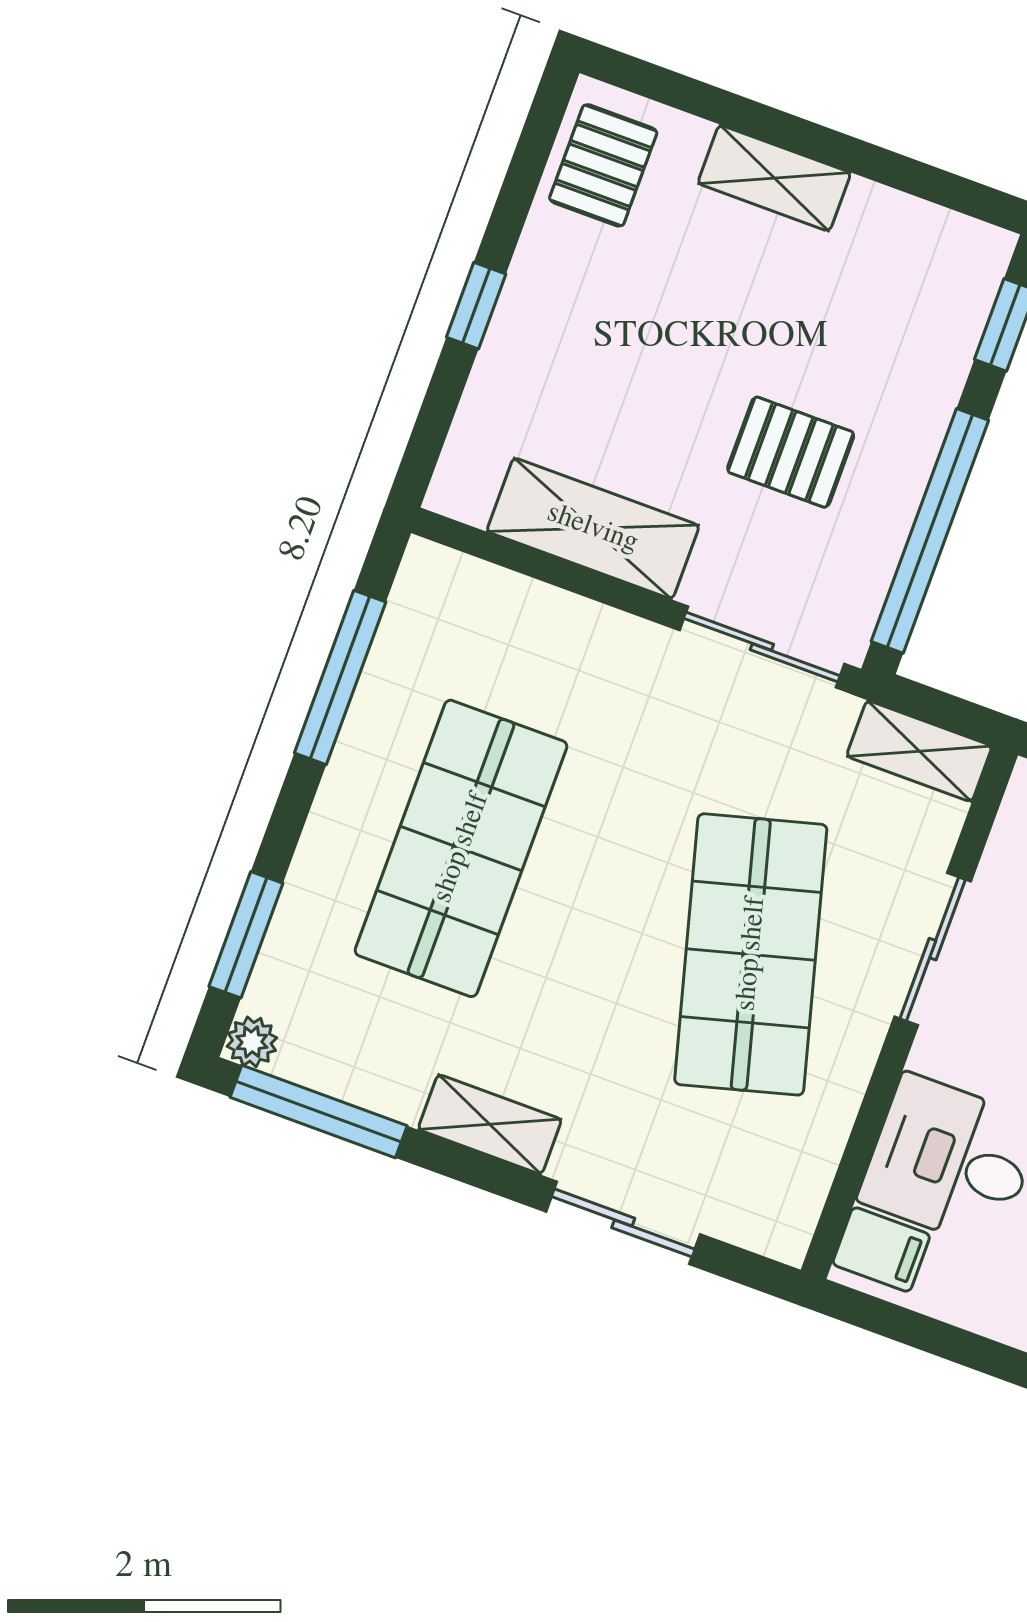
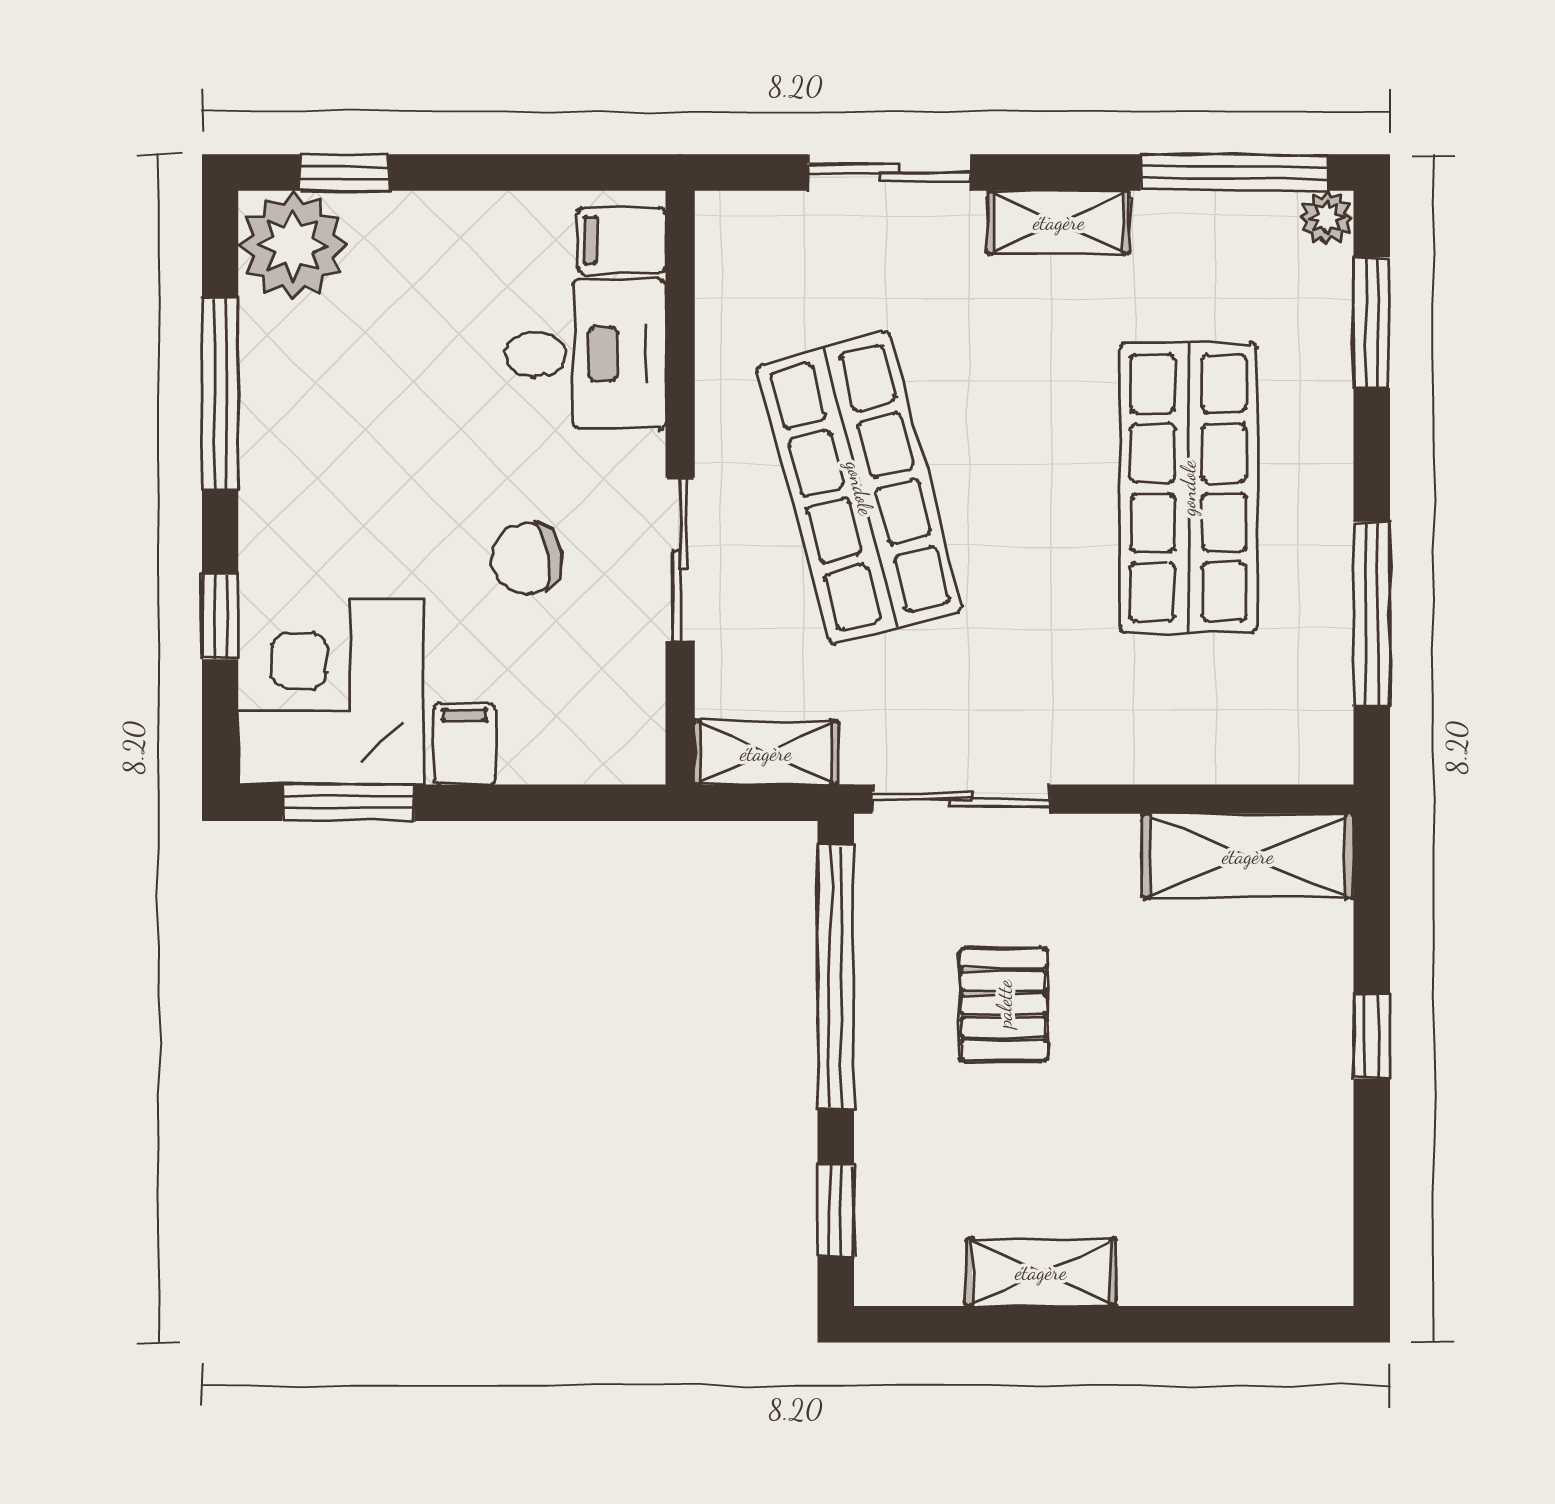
pallet: (603, 165) -> (1296, 1222), removed
shelving: (774, 178) -> (1041, 1272), moved
pallet: (791, 452) -> (1004, 1004), turned 90
shelving: (593, 528) -> (1248, 856), moved

